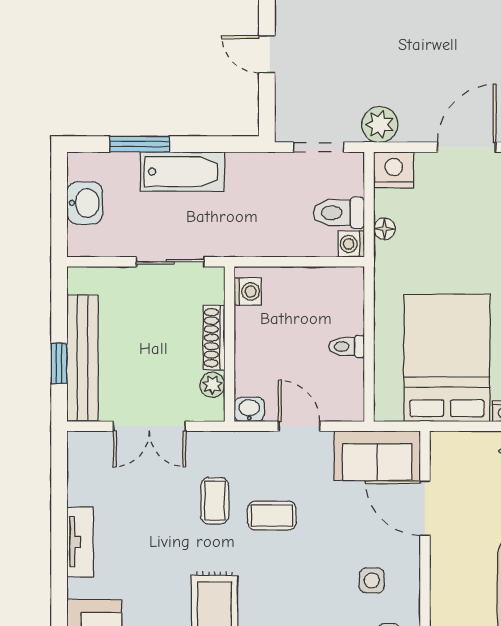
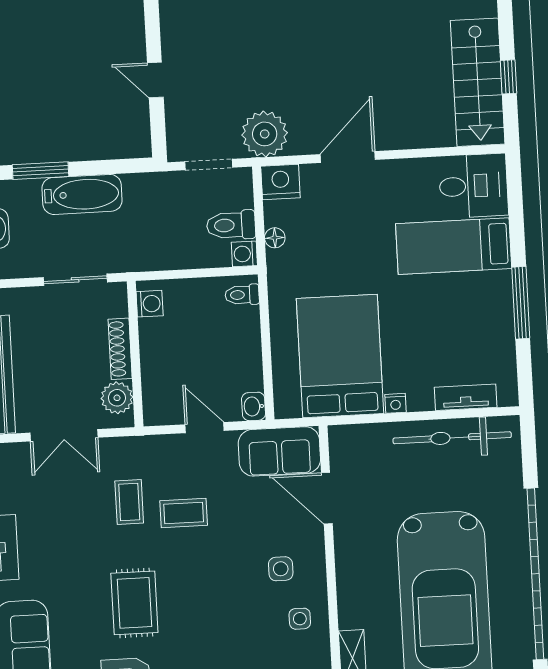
plant: (380, 124) -> (265, 134), width x1.36, depth x1.36
toilet: (347, 346) -> (242, 295), moved
plant: (212, 385) -> (117, 398), width x1.38, depth x1.38
washbasin: (249, 409) -> (254, 406), moved, turned -90

